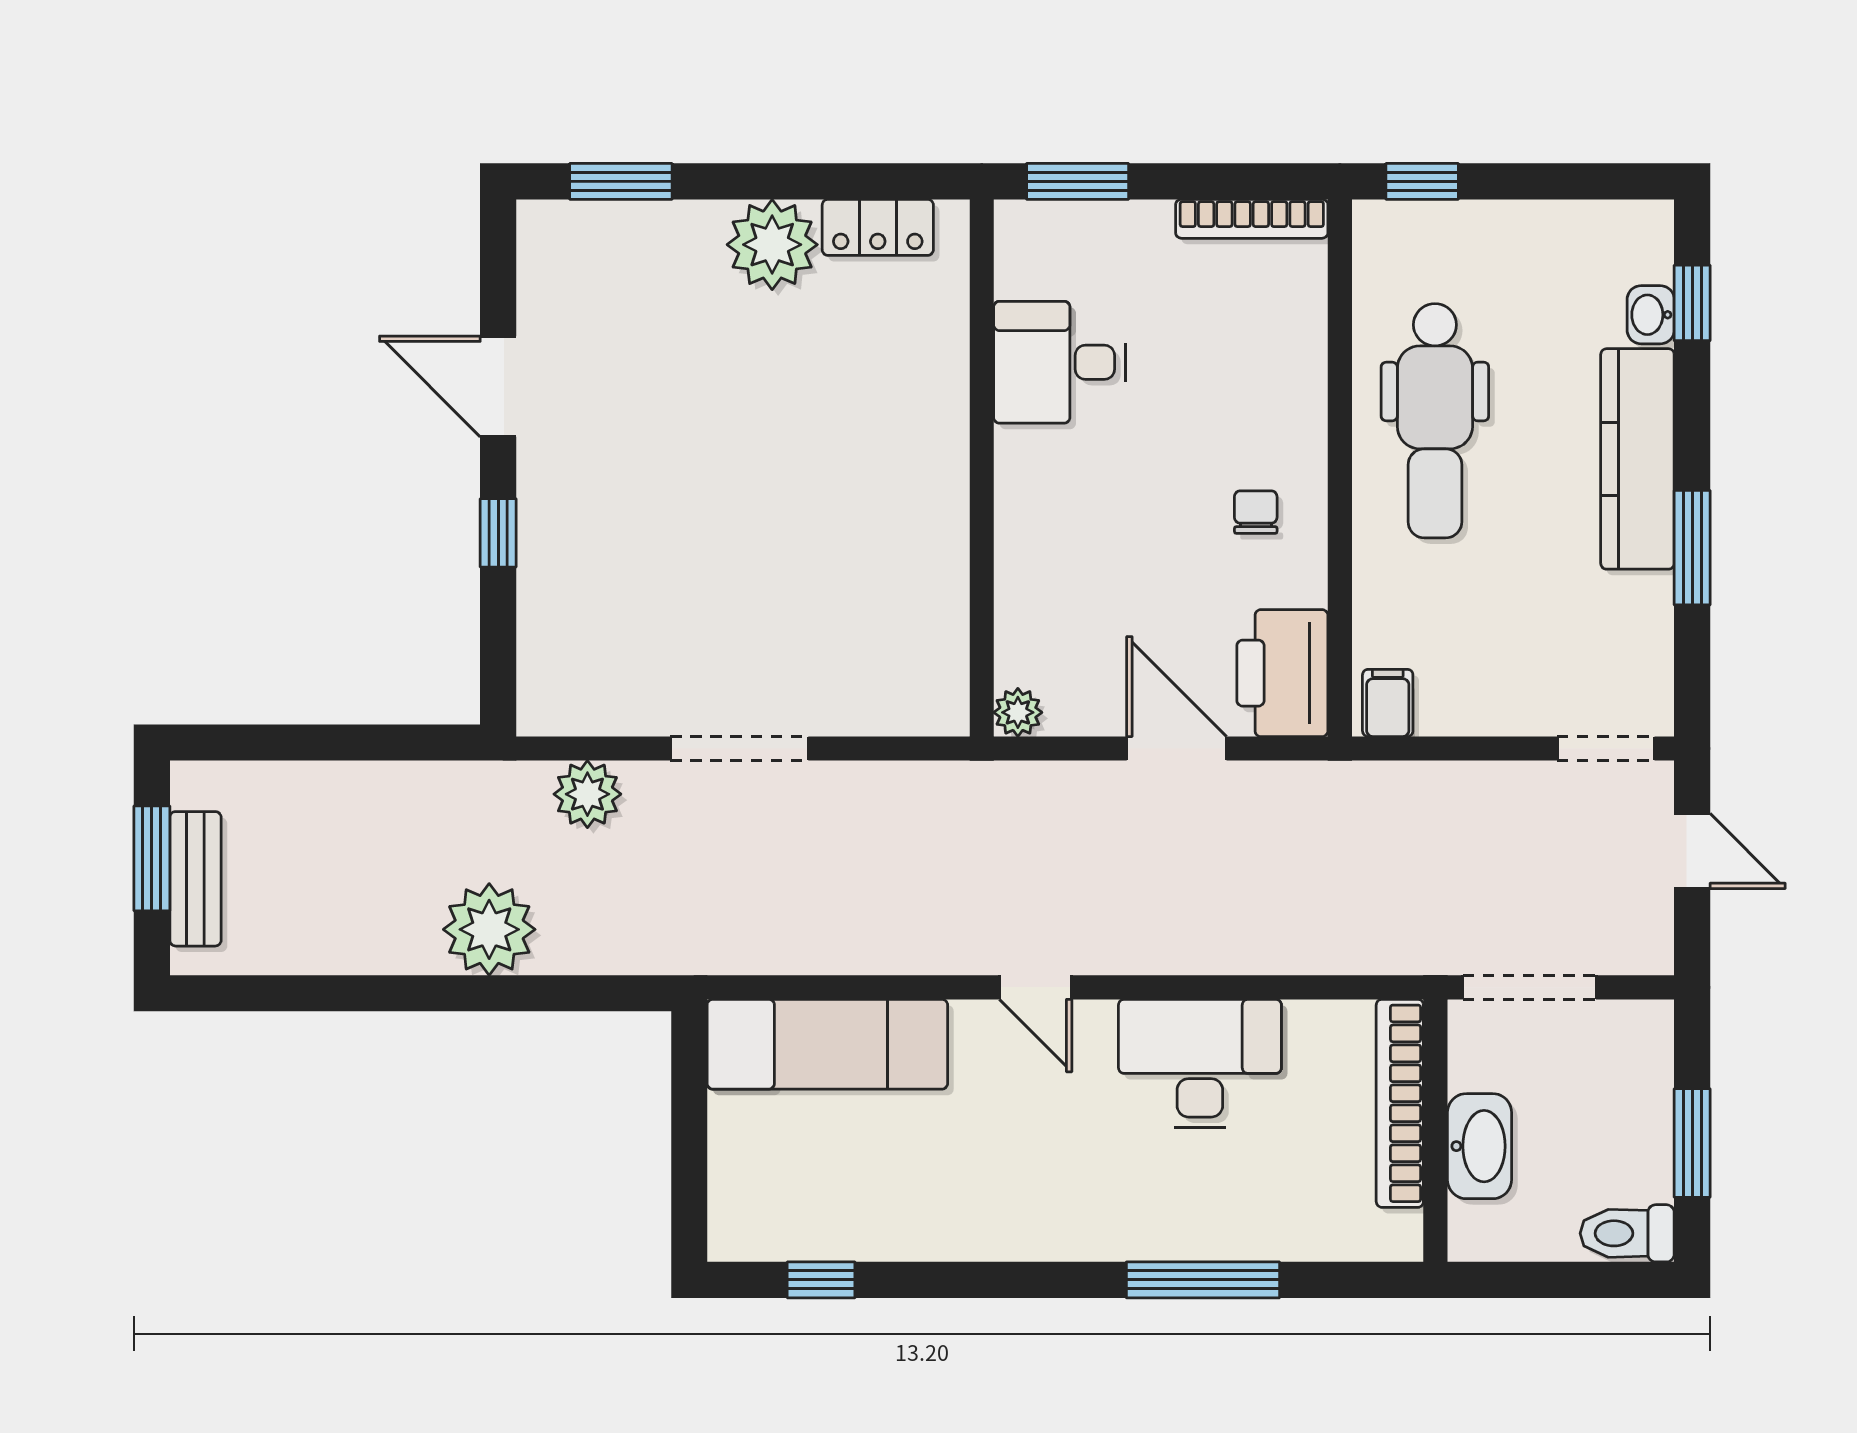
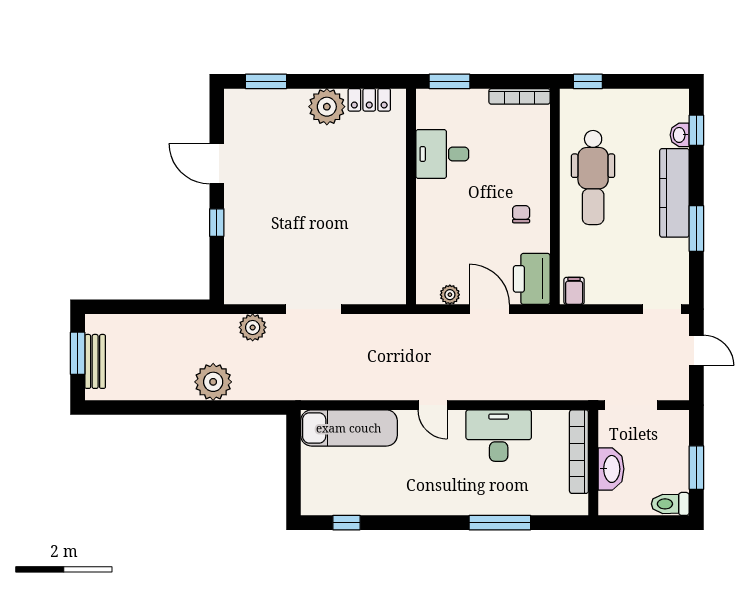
plant: (1018, 712) -> (450, 295), moved

